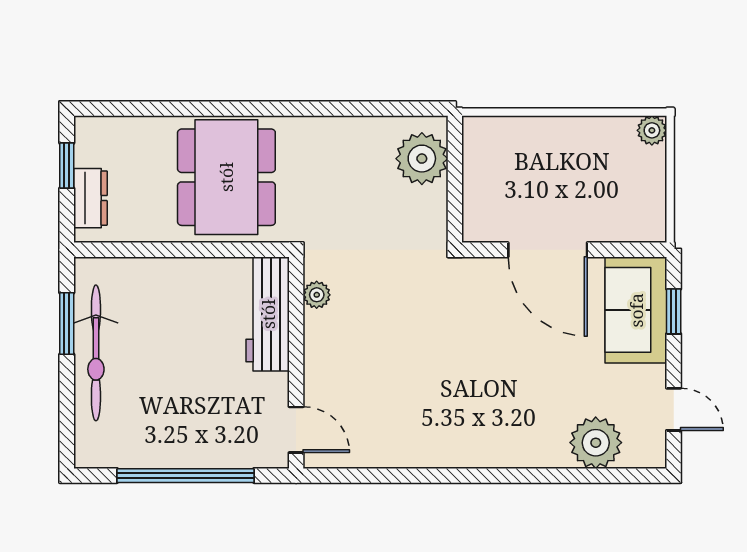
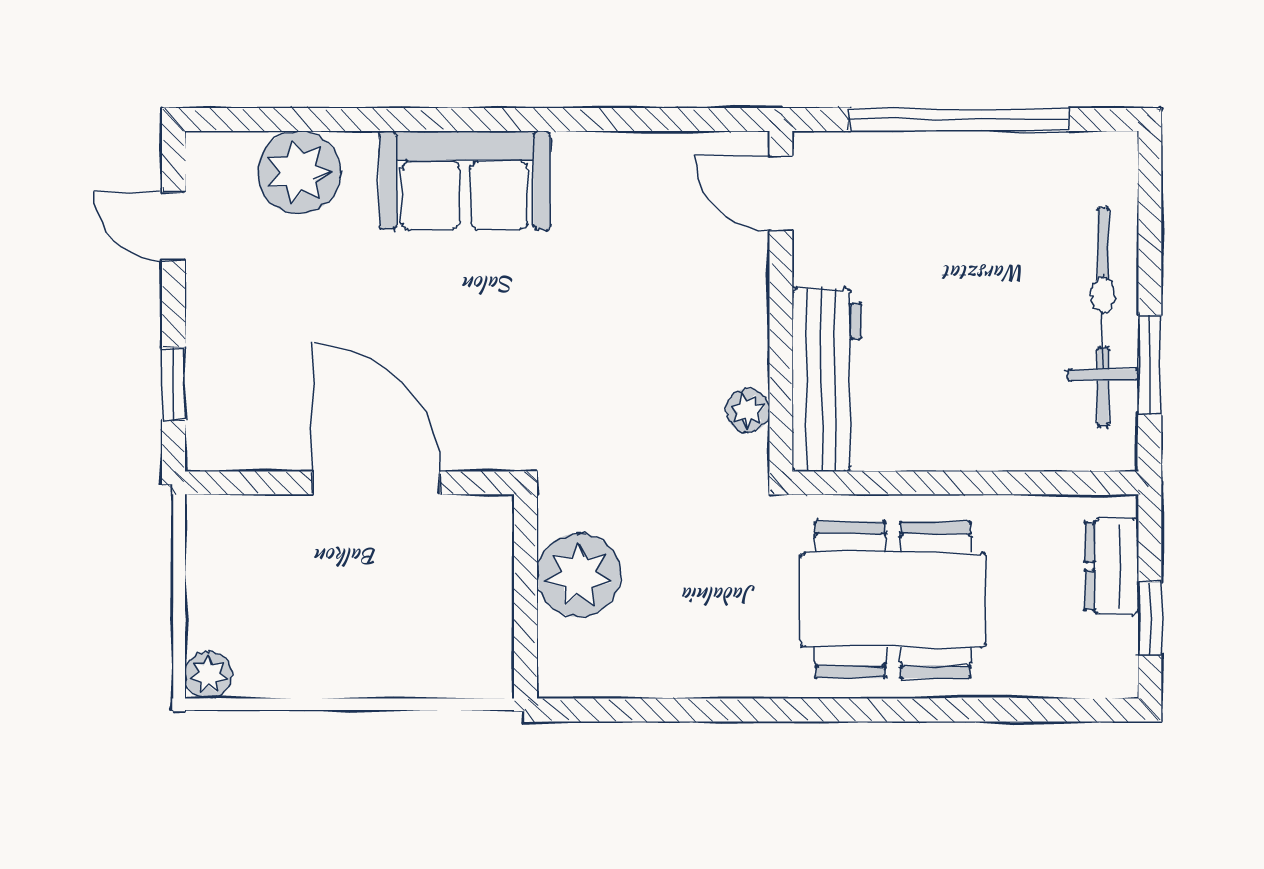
plant: (422, 159) -> (579, 575), moved
dining table: (226, 177) -> (893, 600), turned 90
sofa: (636, 310) -> (465, 180), moved, turned 90

